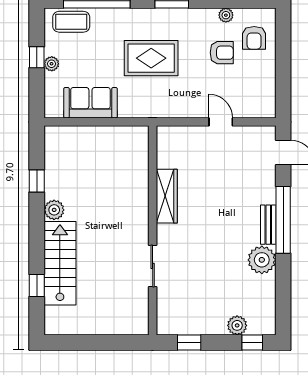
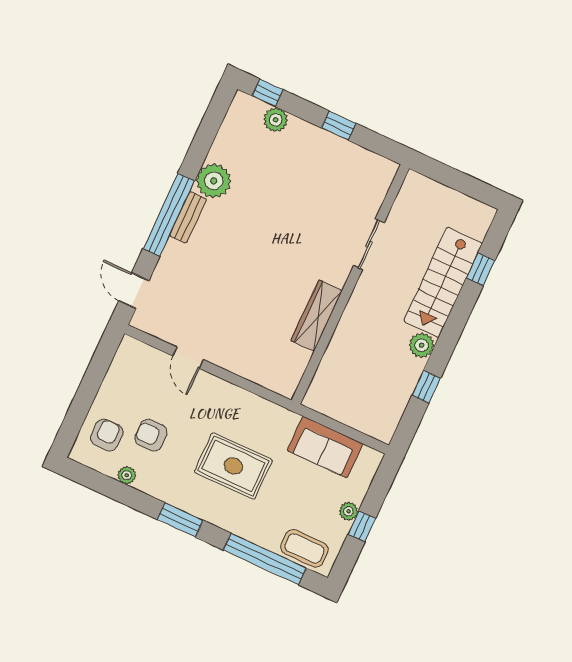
wardrobe: (167, 196) -> (317, 316), moved
wall: (153, 230) -> (350, 284), moved
sliding door: (153, 266) -> (369, 244), moved

